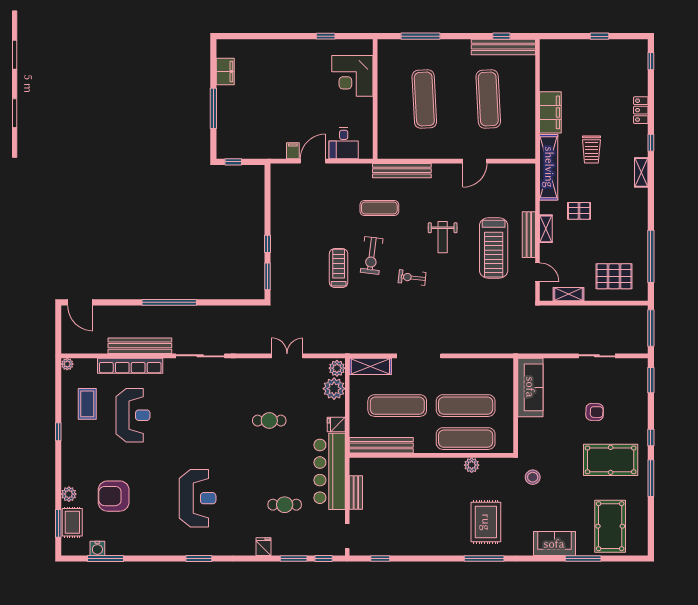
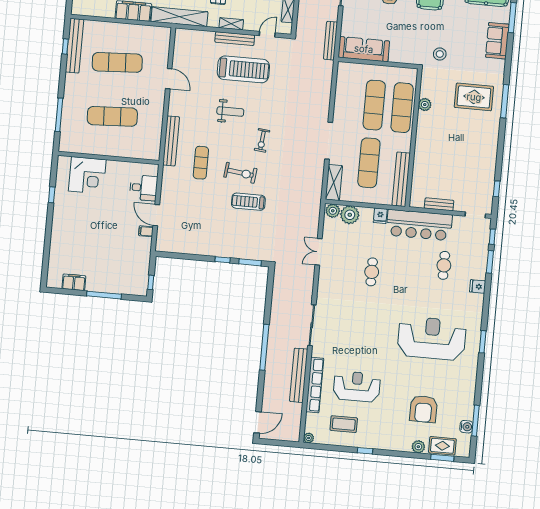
bench: (537, 347) -> (330, 41), added
reception desk: (198, 498) -> (432, 338), width x1.36, depth x1.30

